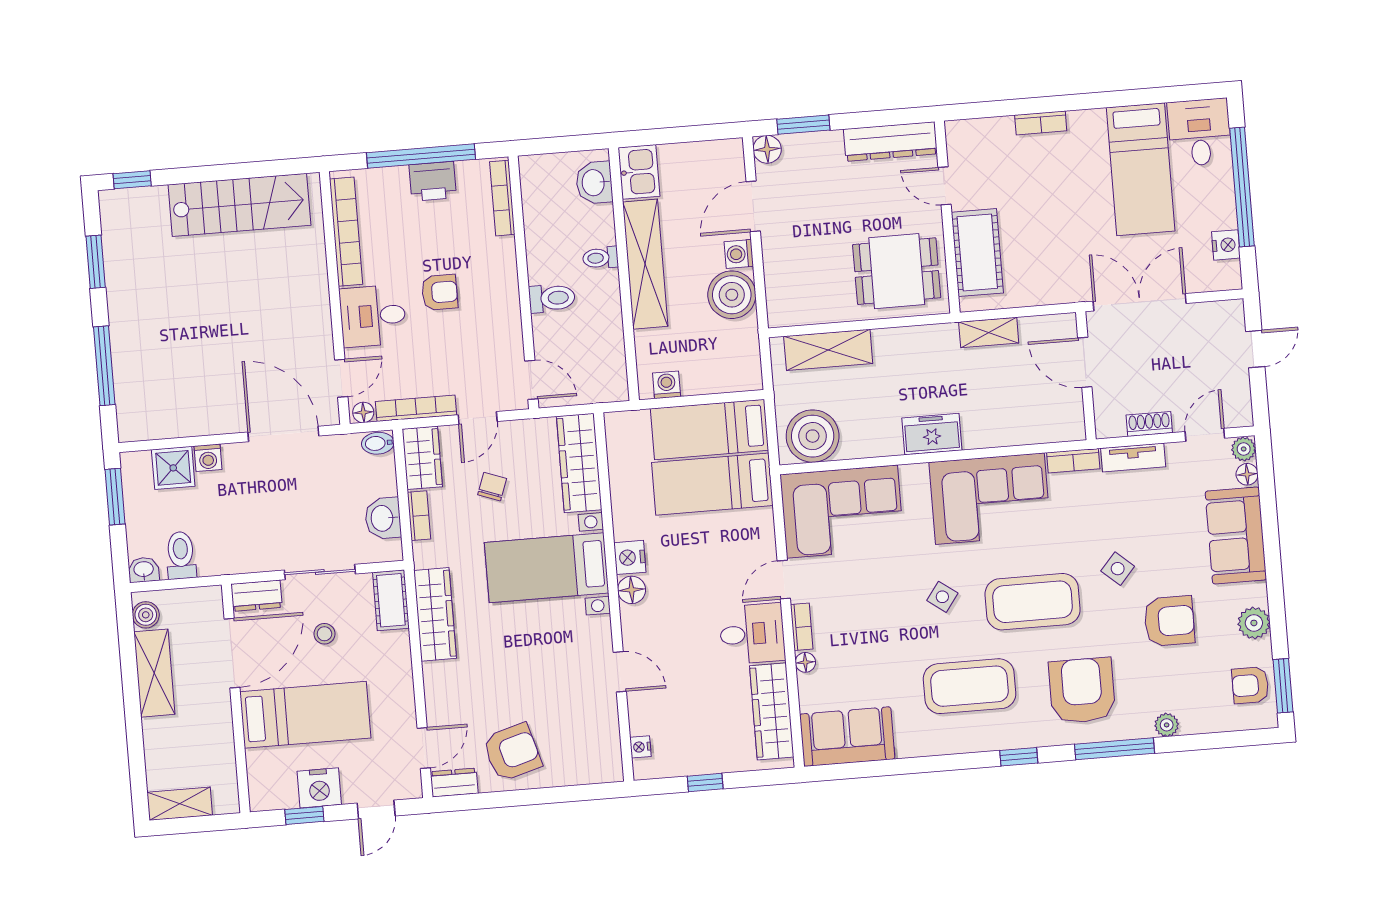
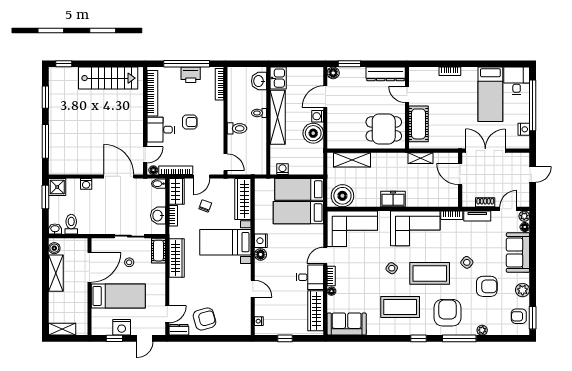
shower: (173, 468) -> (57, 187), moved
dresser: (257, 596) -> (102, 244), removed

